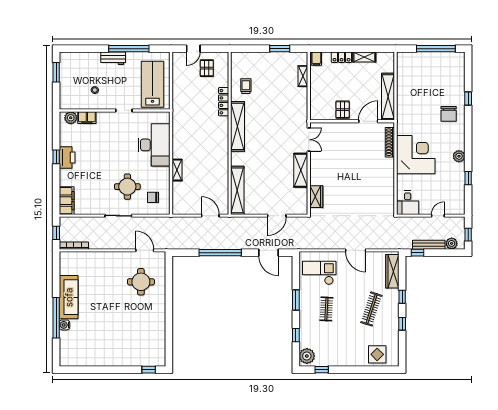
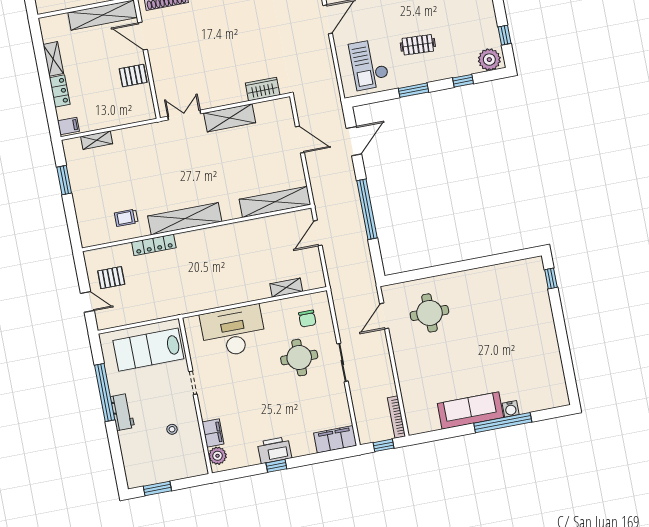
shelving: (177, 170) -> (286, 288), moved

